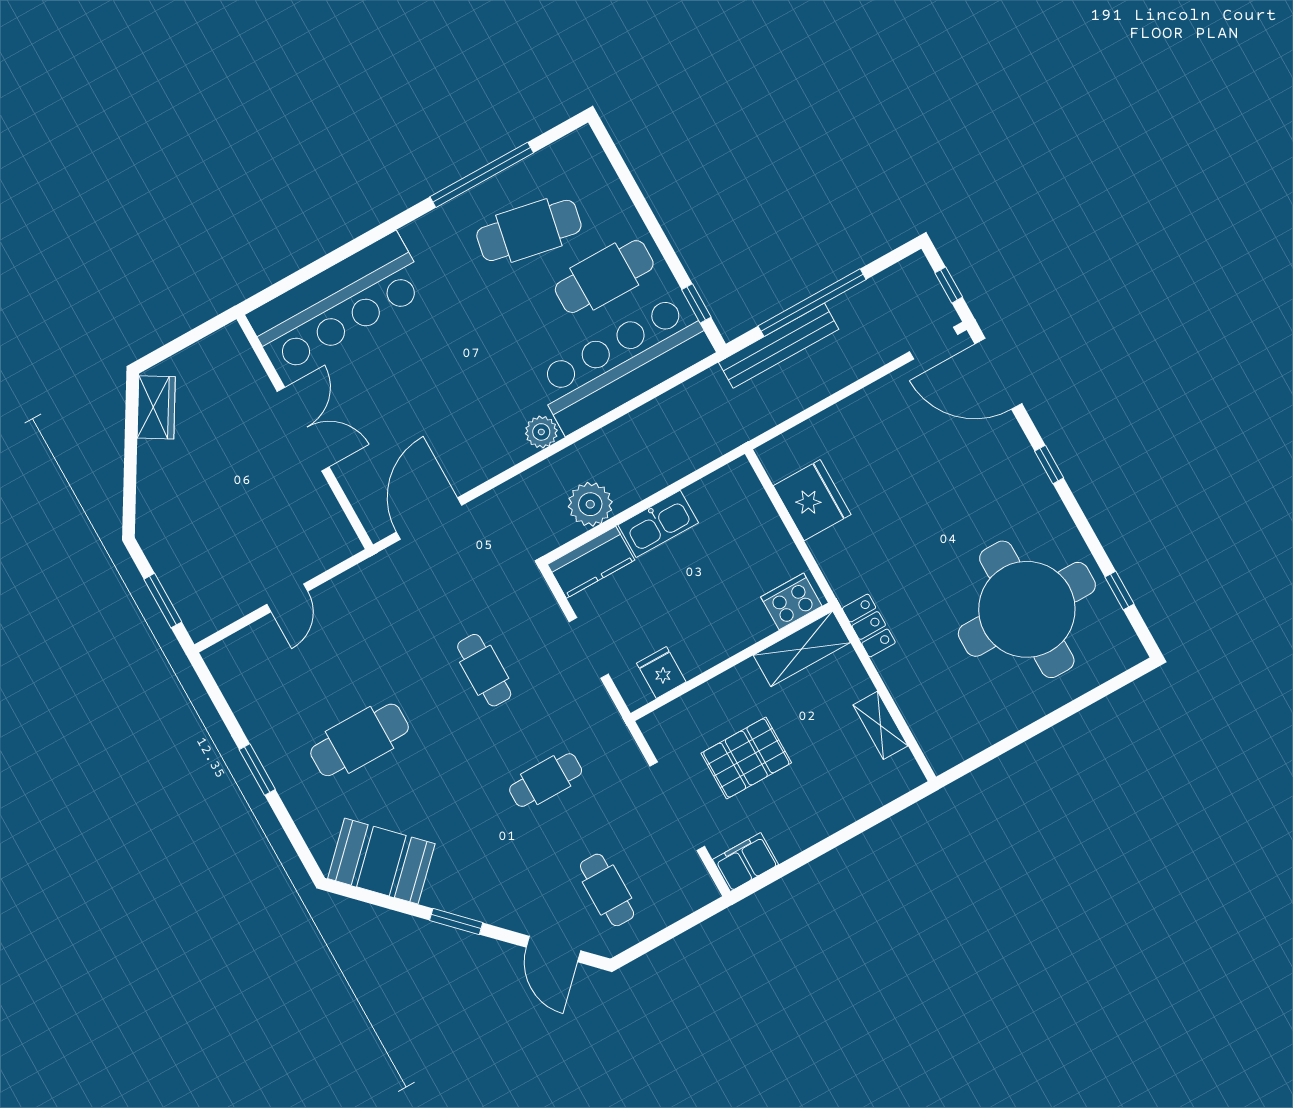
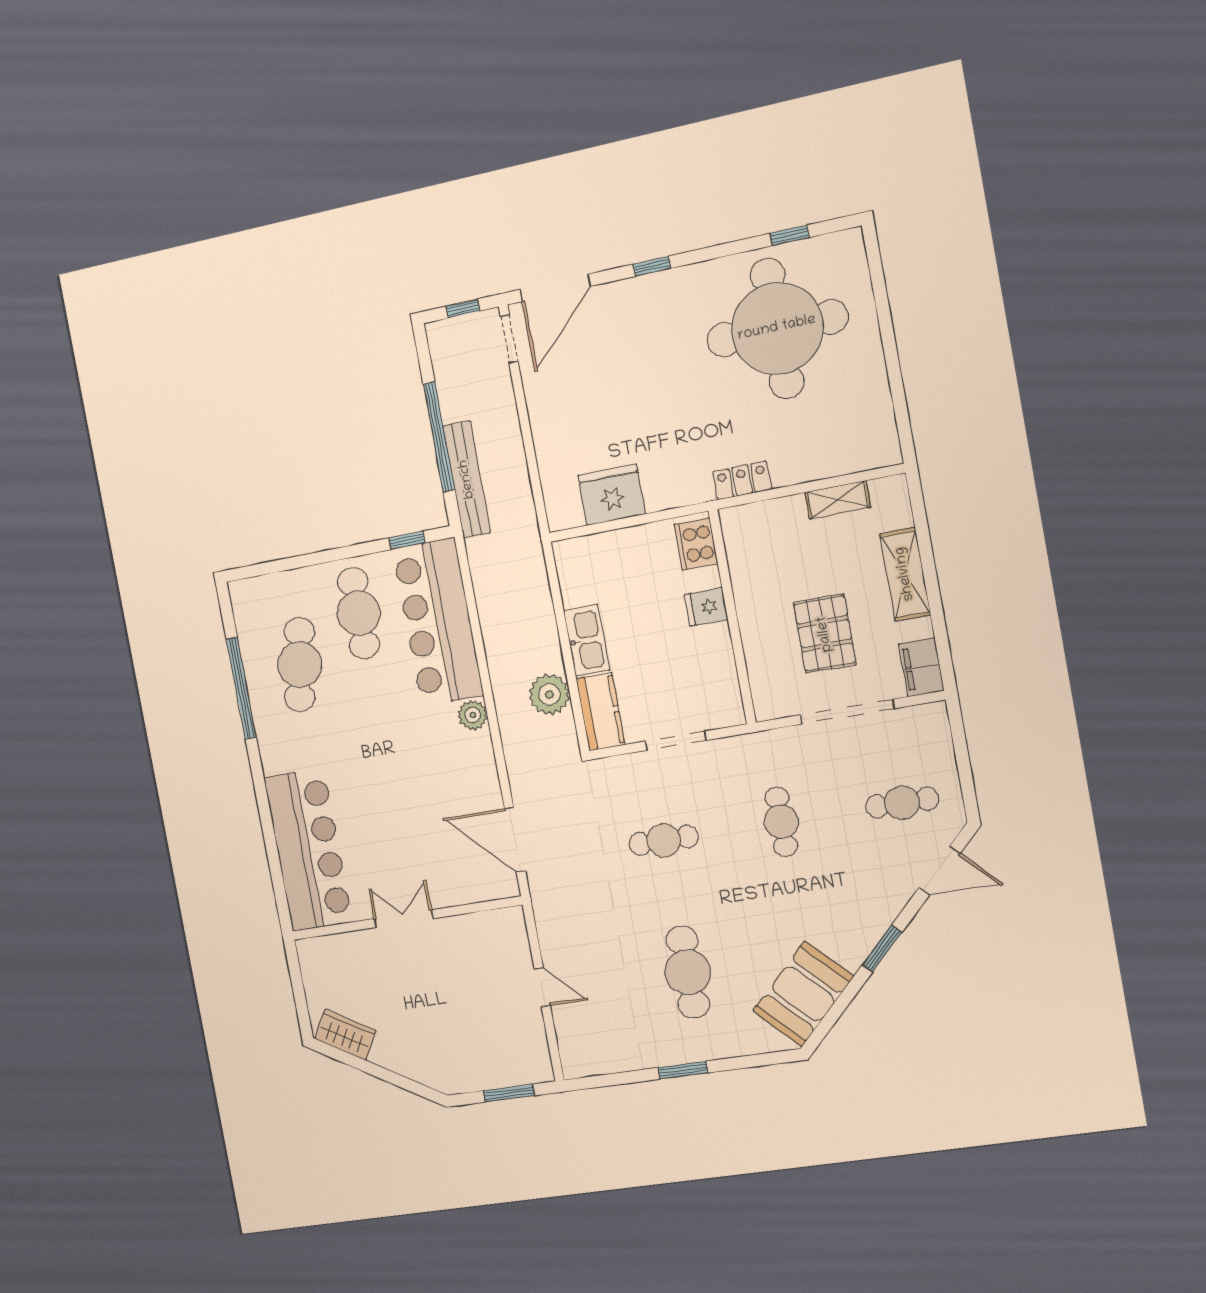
double door: (303, 429) -> (404, 919), width x0.73
shelving: (802, 649) -> (905, 574), moved
fridge: (661, 673) -> (706, 607), moved

